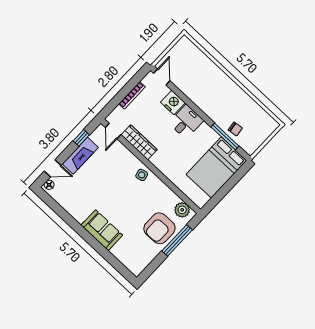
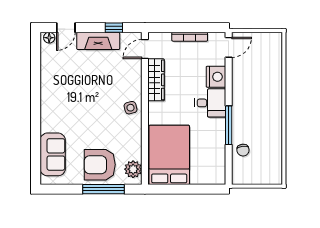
window: (225, 136) -> (229, 125), moved
bed: (216, 167) -> (169, 155), moved, turned 90
door: (53, 168) -> (66, 28), hinge flipped
sofa: (102, 230) -> (53, 154), moved

